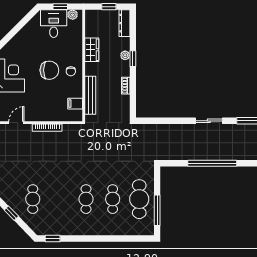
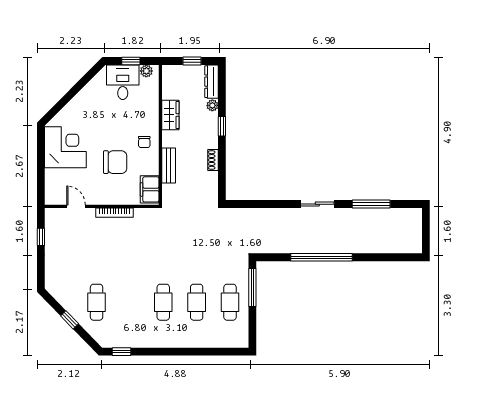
plant: (125, 55) -> (212, 105), moved
chair: (49, 70) -> (115, 162), moved
bench: (90, 95) -> (169, 166), width x0.73
filing cabinet: (75, 104) -> (150, 189), width x2.00
door: (16, 123) -> (76, 206), hinge flipped
cafe table: (139, 199) -> (230, 302), width x0.73, depth x0.74
window: (157, 210) -> (252, 288), moved

